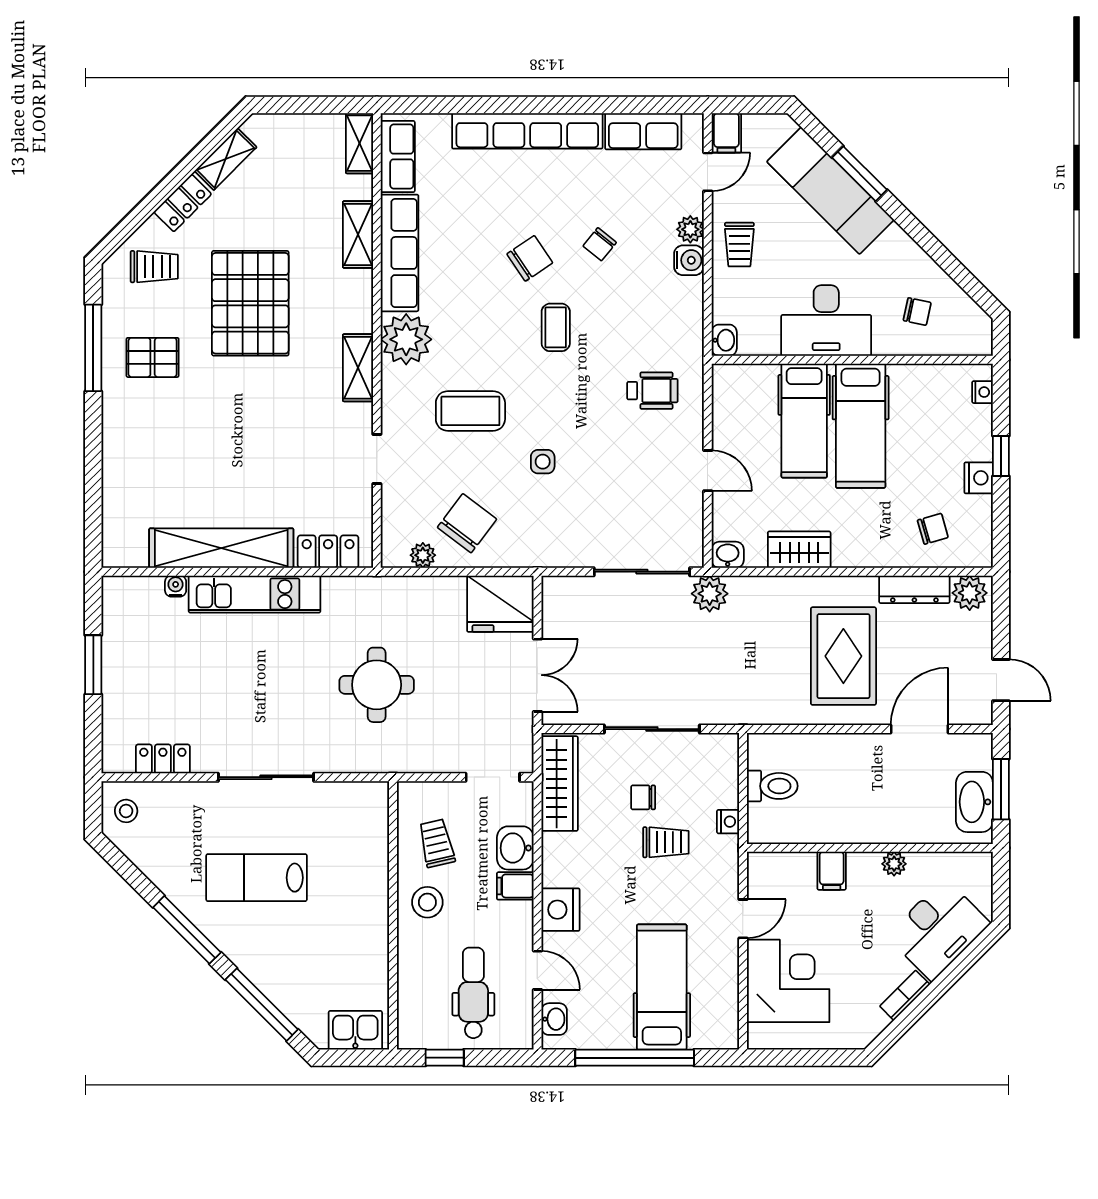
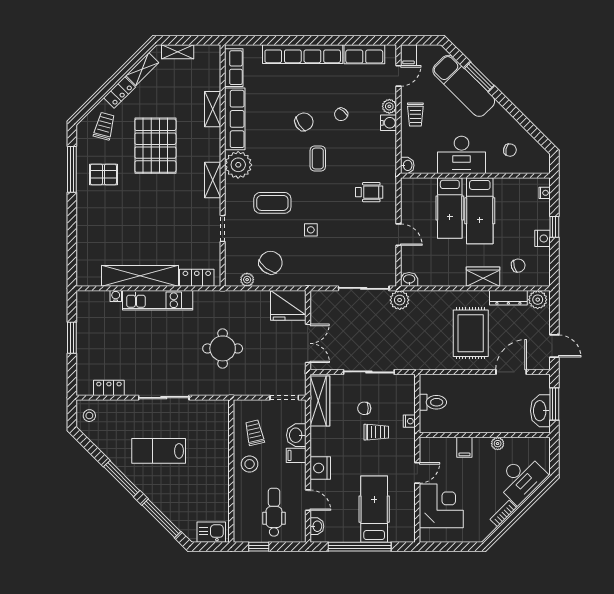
shelving: (359, 143) -> (178, 52), moved, turned 90
trolley: (154, 267) -> (104, 126), turned -75
wardrobe: (799, 550) -> (483, 277), moved

